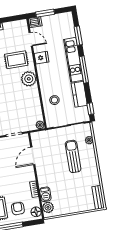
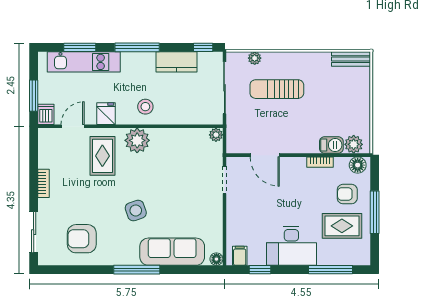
kitchen unit: (73, 60) -> (84, 62), moved
stool: (54, 100) -> (145, 107), moved

